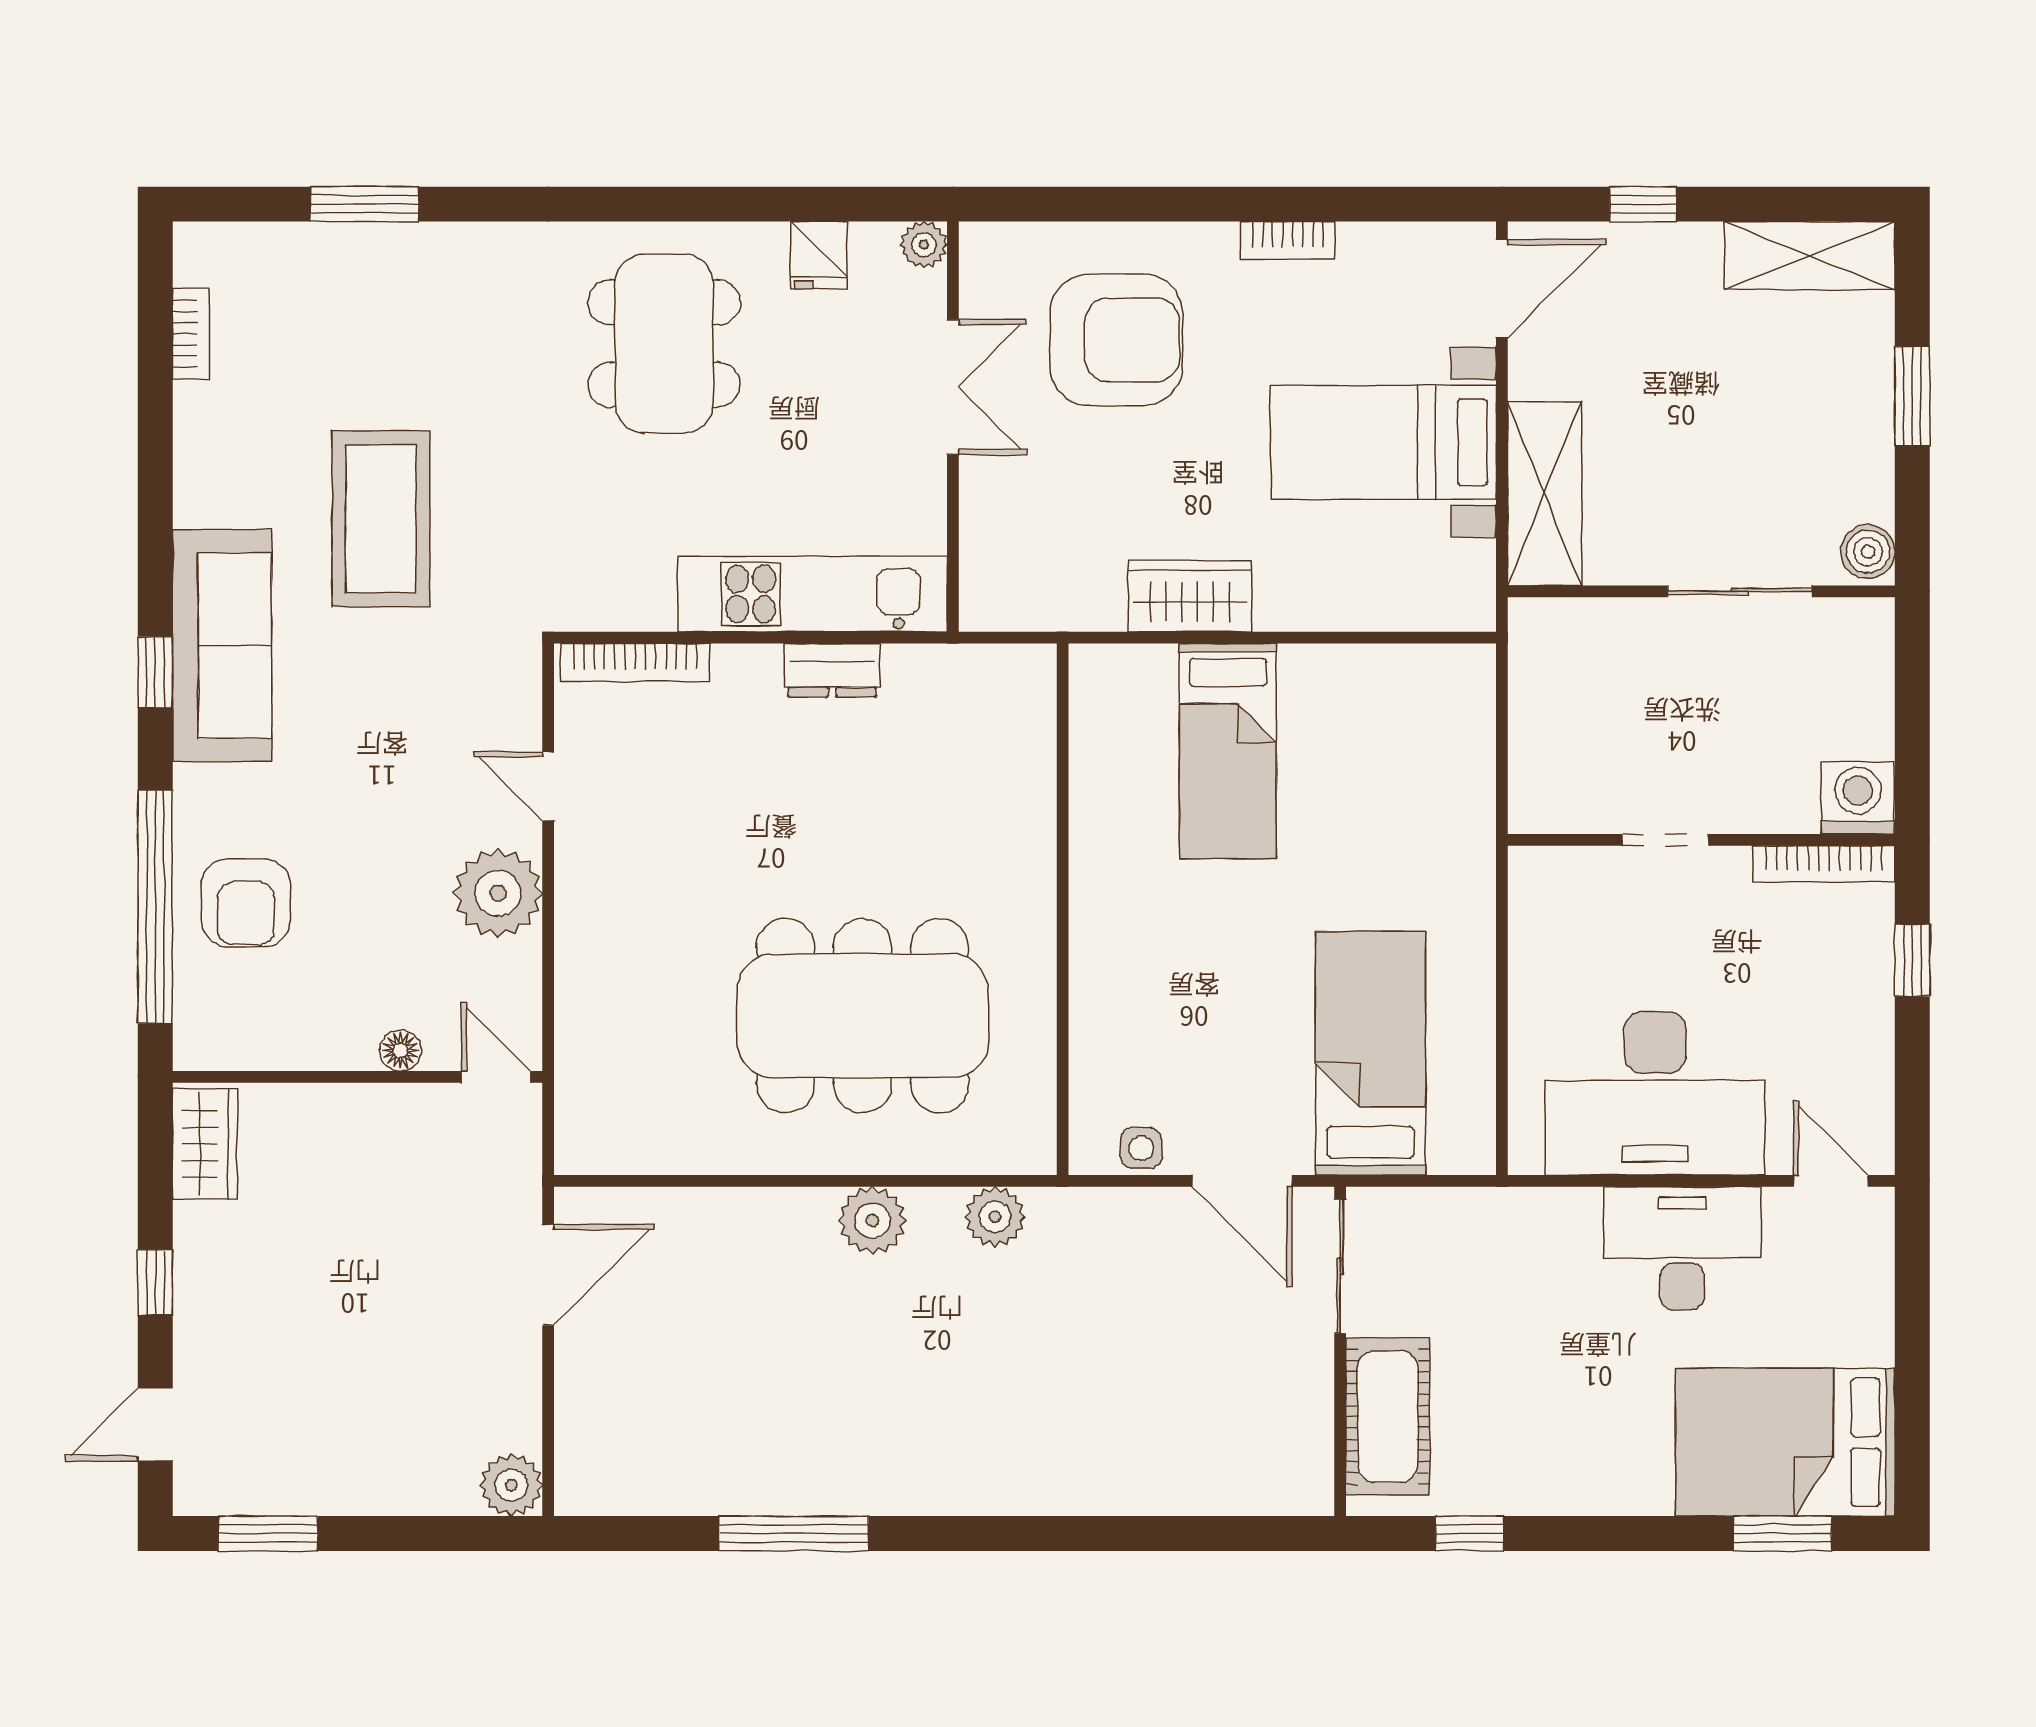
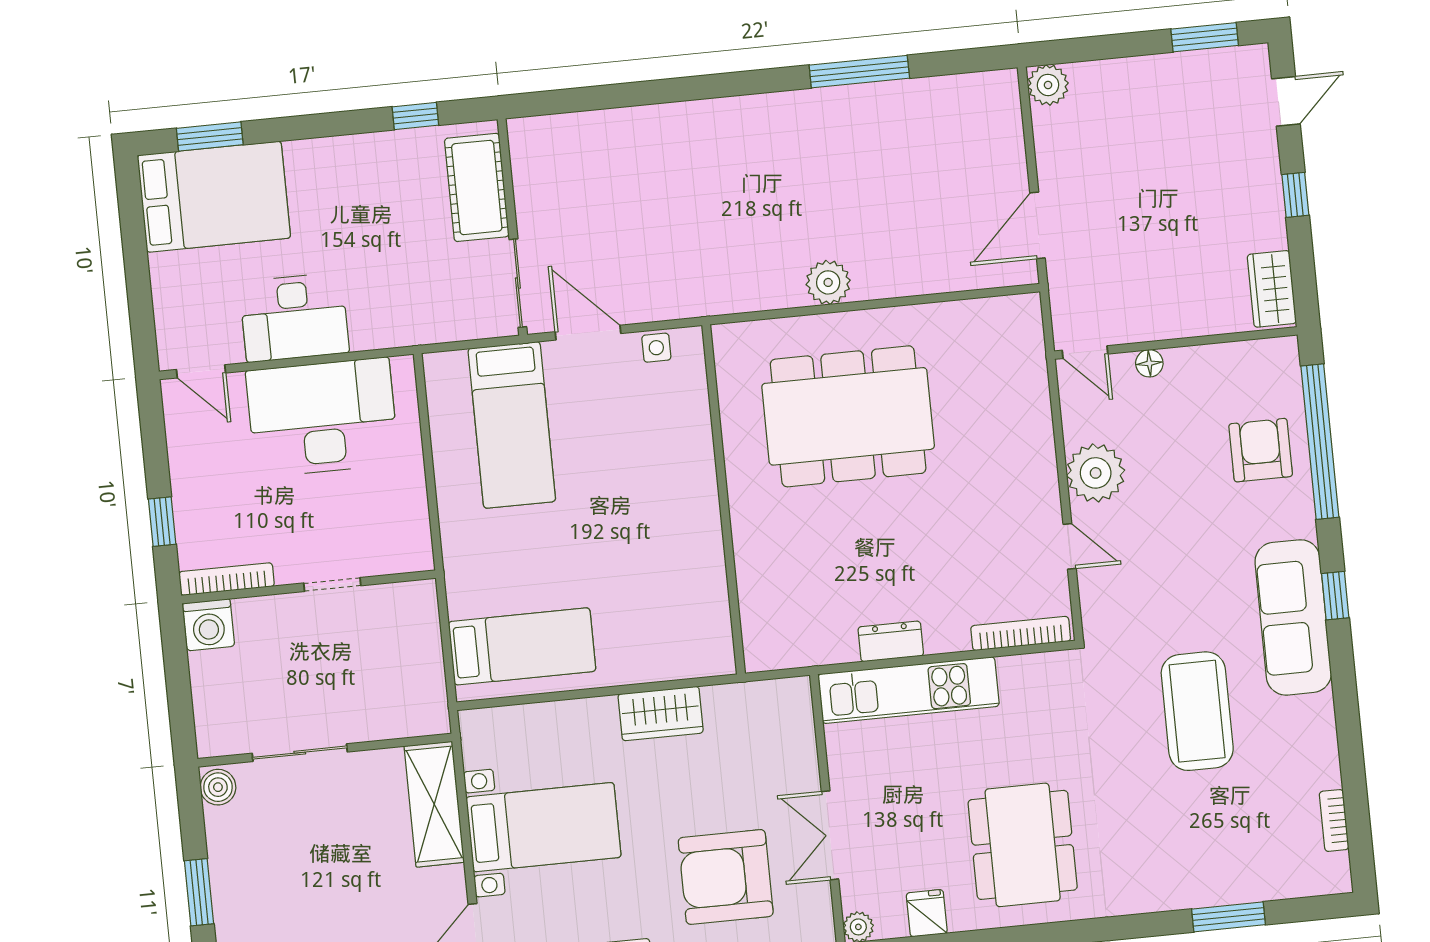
bed: (1228, 751) -> (522, 646), moved, turned 90
plant: (995, 1217) -> (748, 293), removed

